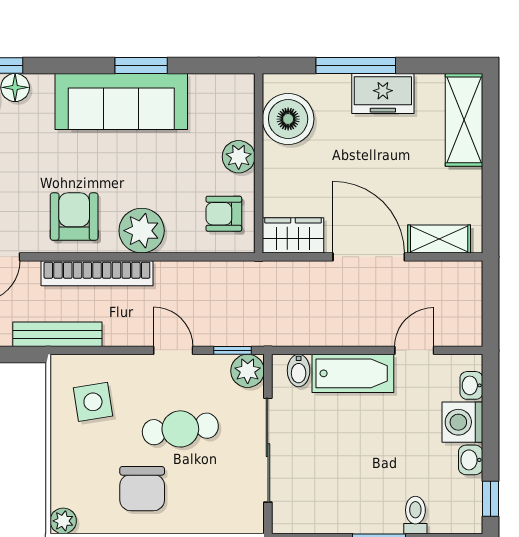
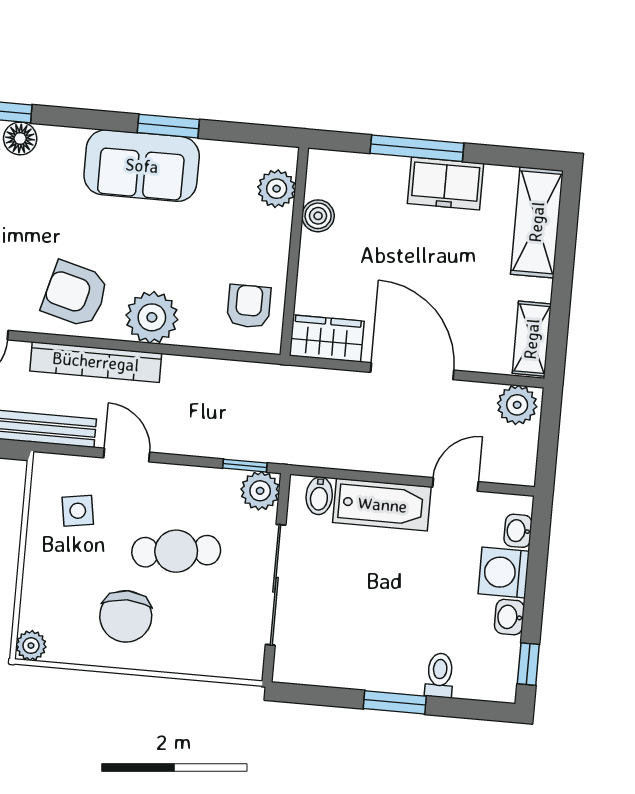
sofa: (121, 101) -> (142, 166), width x0.73
boiler: (288, 119) -> (318, 216), width x0.54, depth x0.54
plant: (239, 157) -> (277, 189), moved
armchair: (224, 214) -> (249, 306), turned 90
armchair: (74, 217) -> (75, 294), turned -75
shelving: (439, 239) -> (532, 339), moved, turned 90
plant: (461, 278) -> (517, 405), added
door: (173, 350) -> (127, 455), moved
side table: (93, 402) -> (78, 511), width x0.73, depth x0.73

